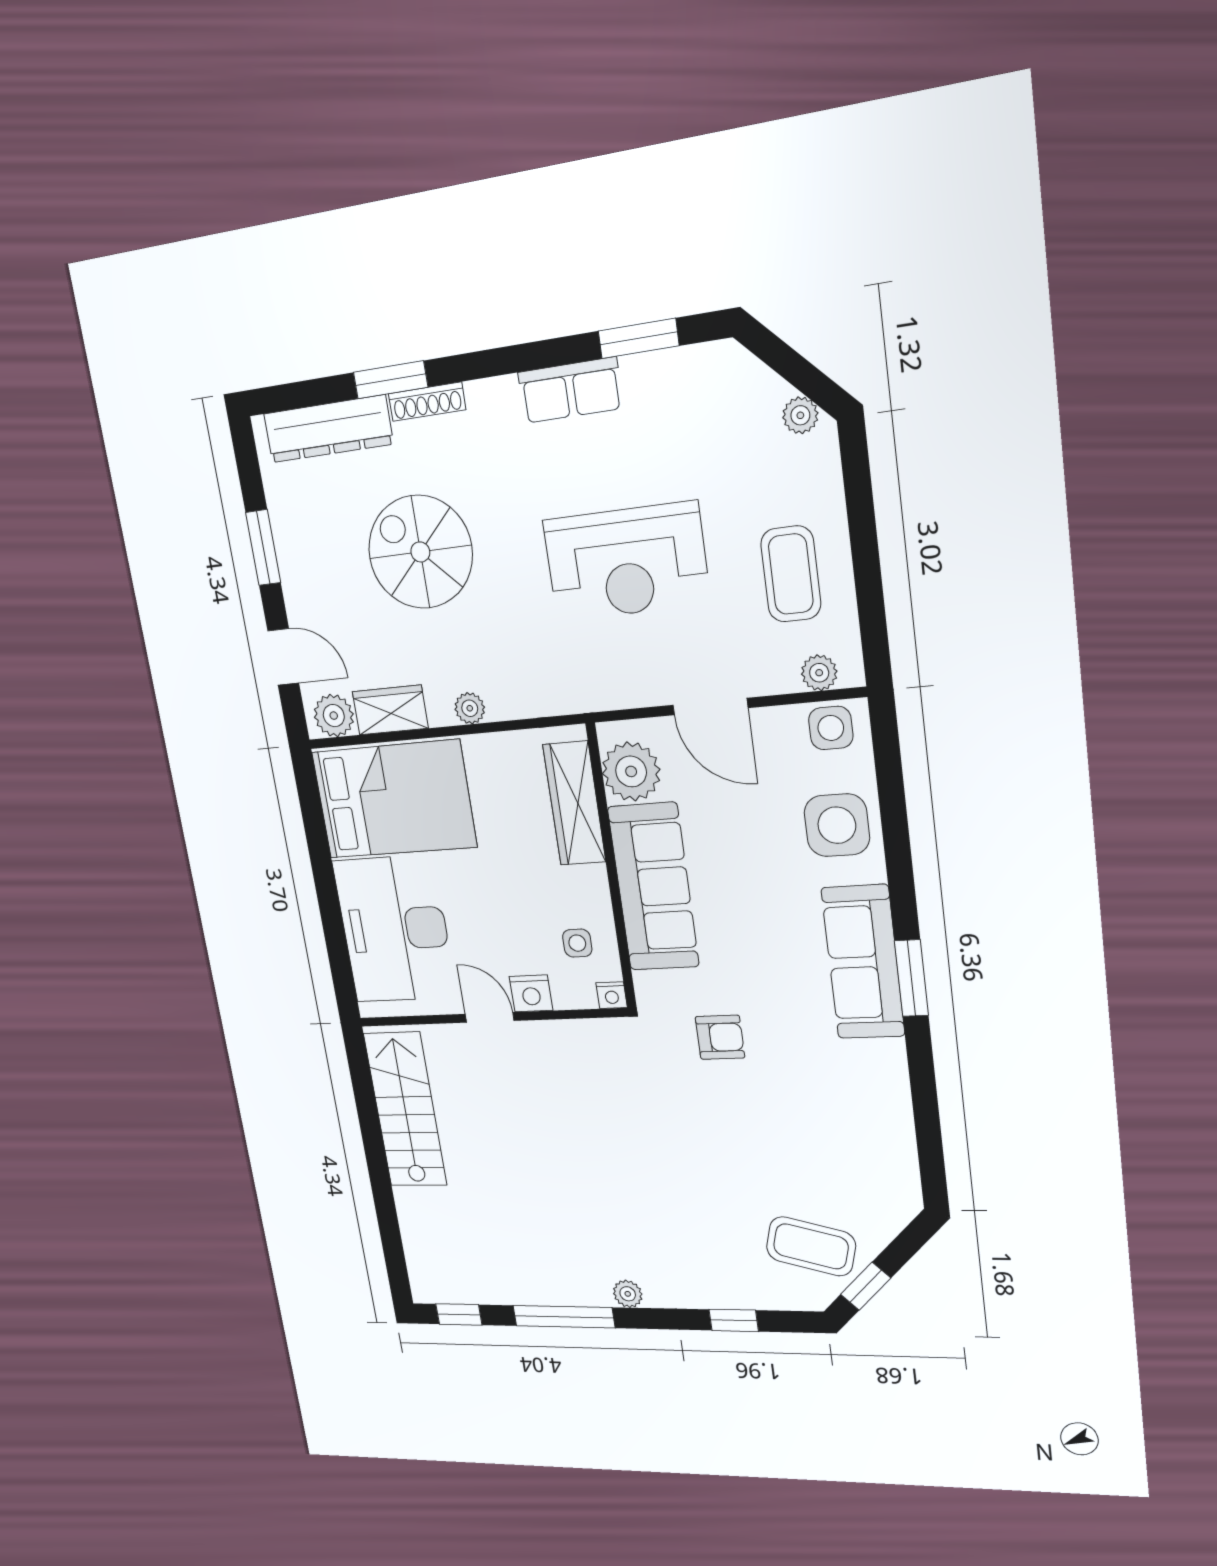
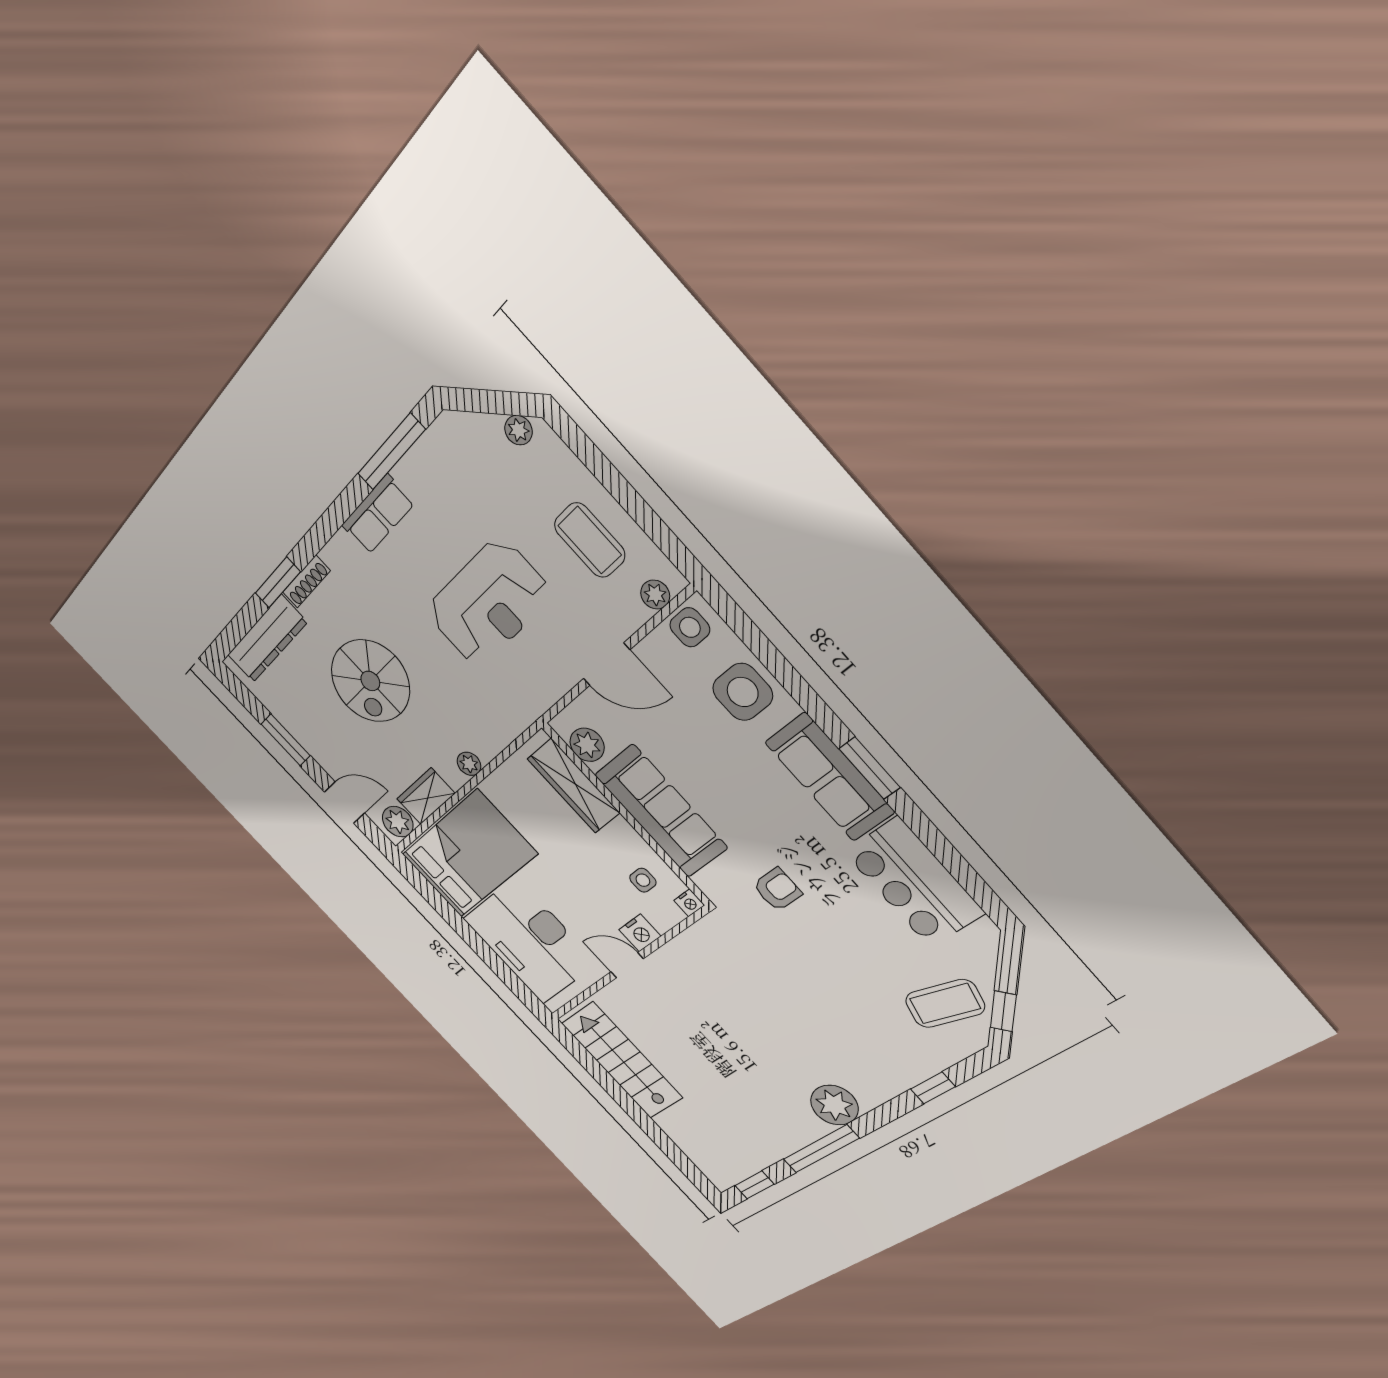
window: (638, 338) -> (391, 452), width x1.44
spiral stairs: (420, 552) -> (370, 681), turned -90
plant: (631, 771) -> (587, 745), width x0.73, depth x0.73
bar counter: (871, 1113) -> (914, 883), added
plant: (628, 1294) -> (834, 1105), width x1.88, depth x1.88

